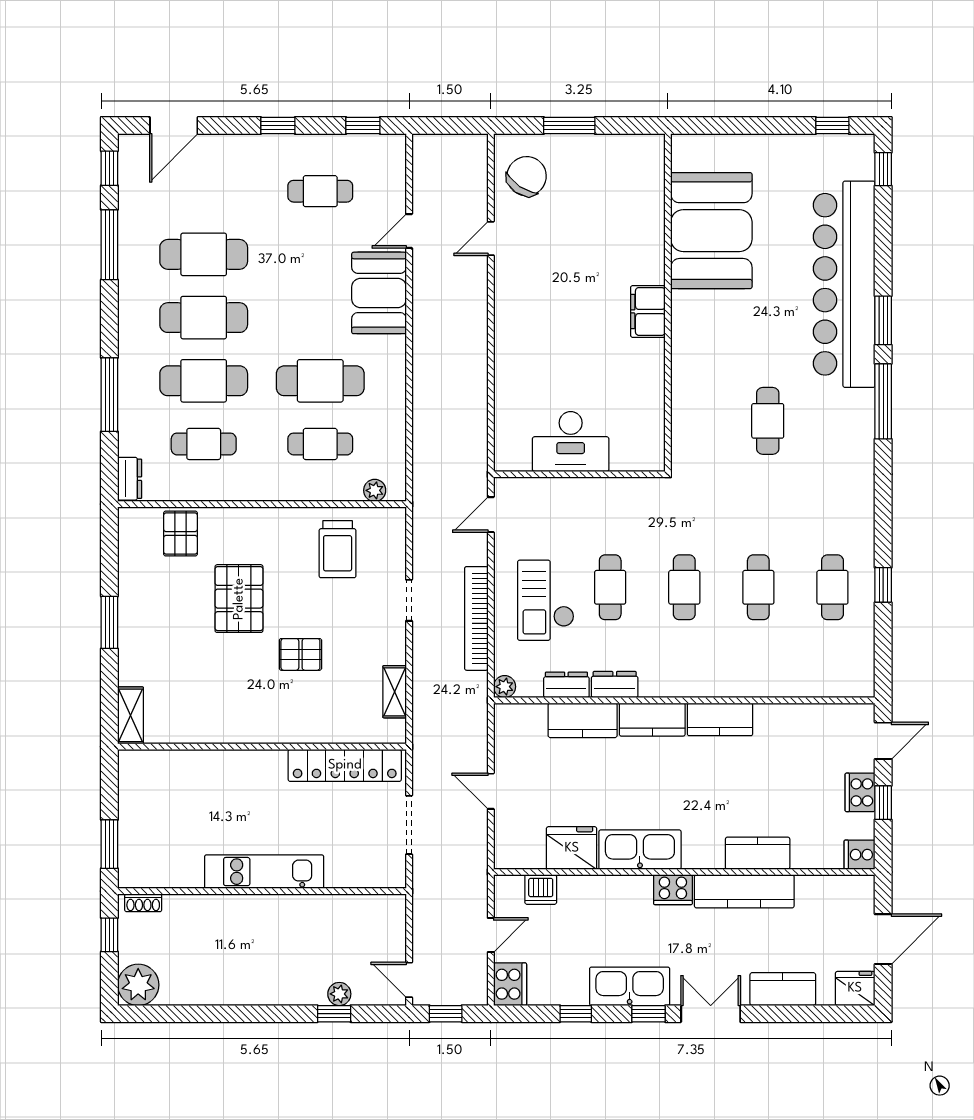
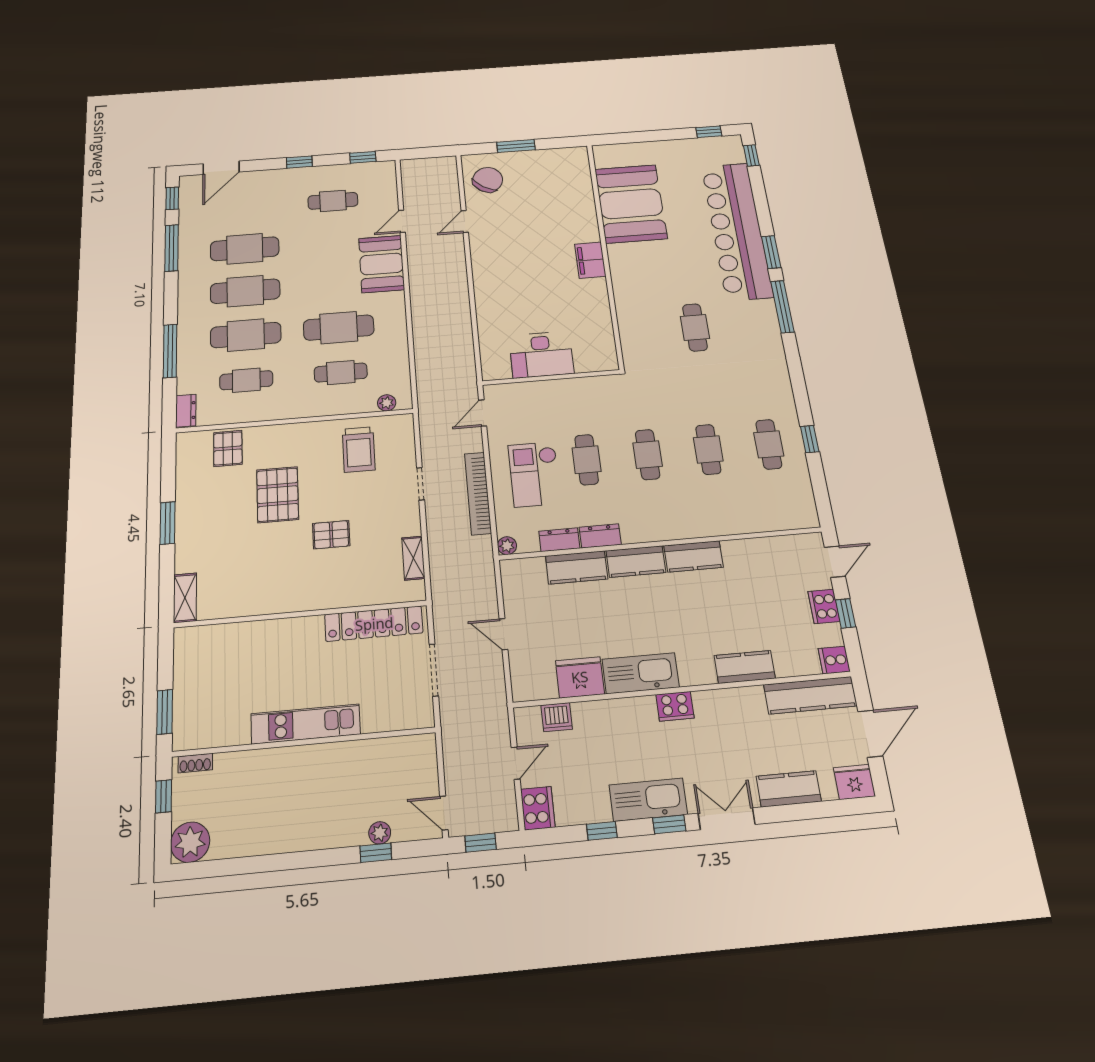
kitchen counter: (744, 891) -> (810, 695), moved

